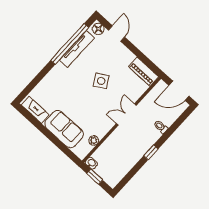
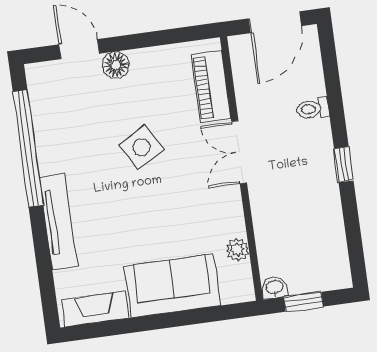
floor lamp: (98, 29) -> (116, 65), moved
tv unit: (77, 49) -> (58, 222), moved
piano: (144, 72) -> (211, 86), moved, turned 90

